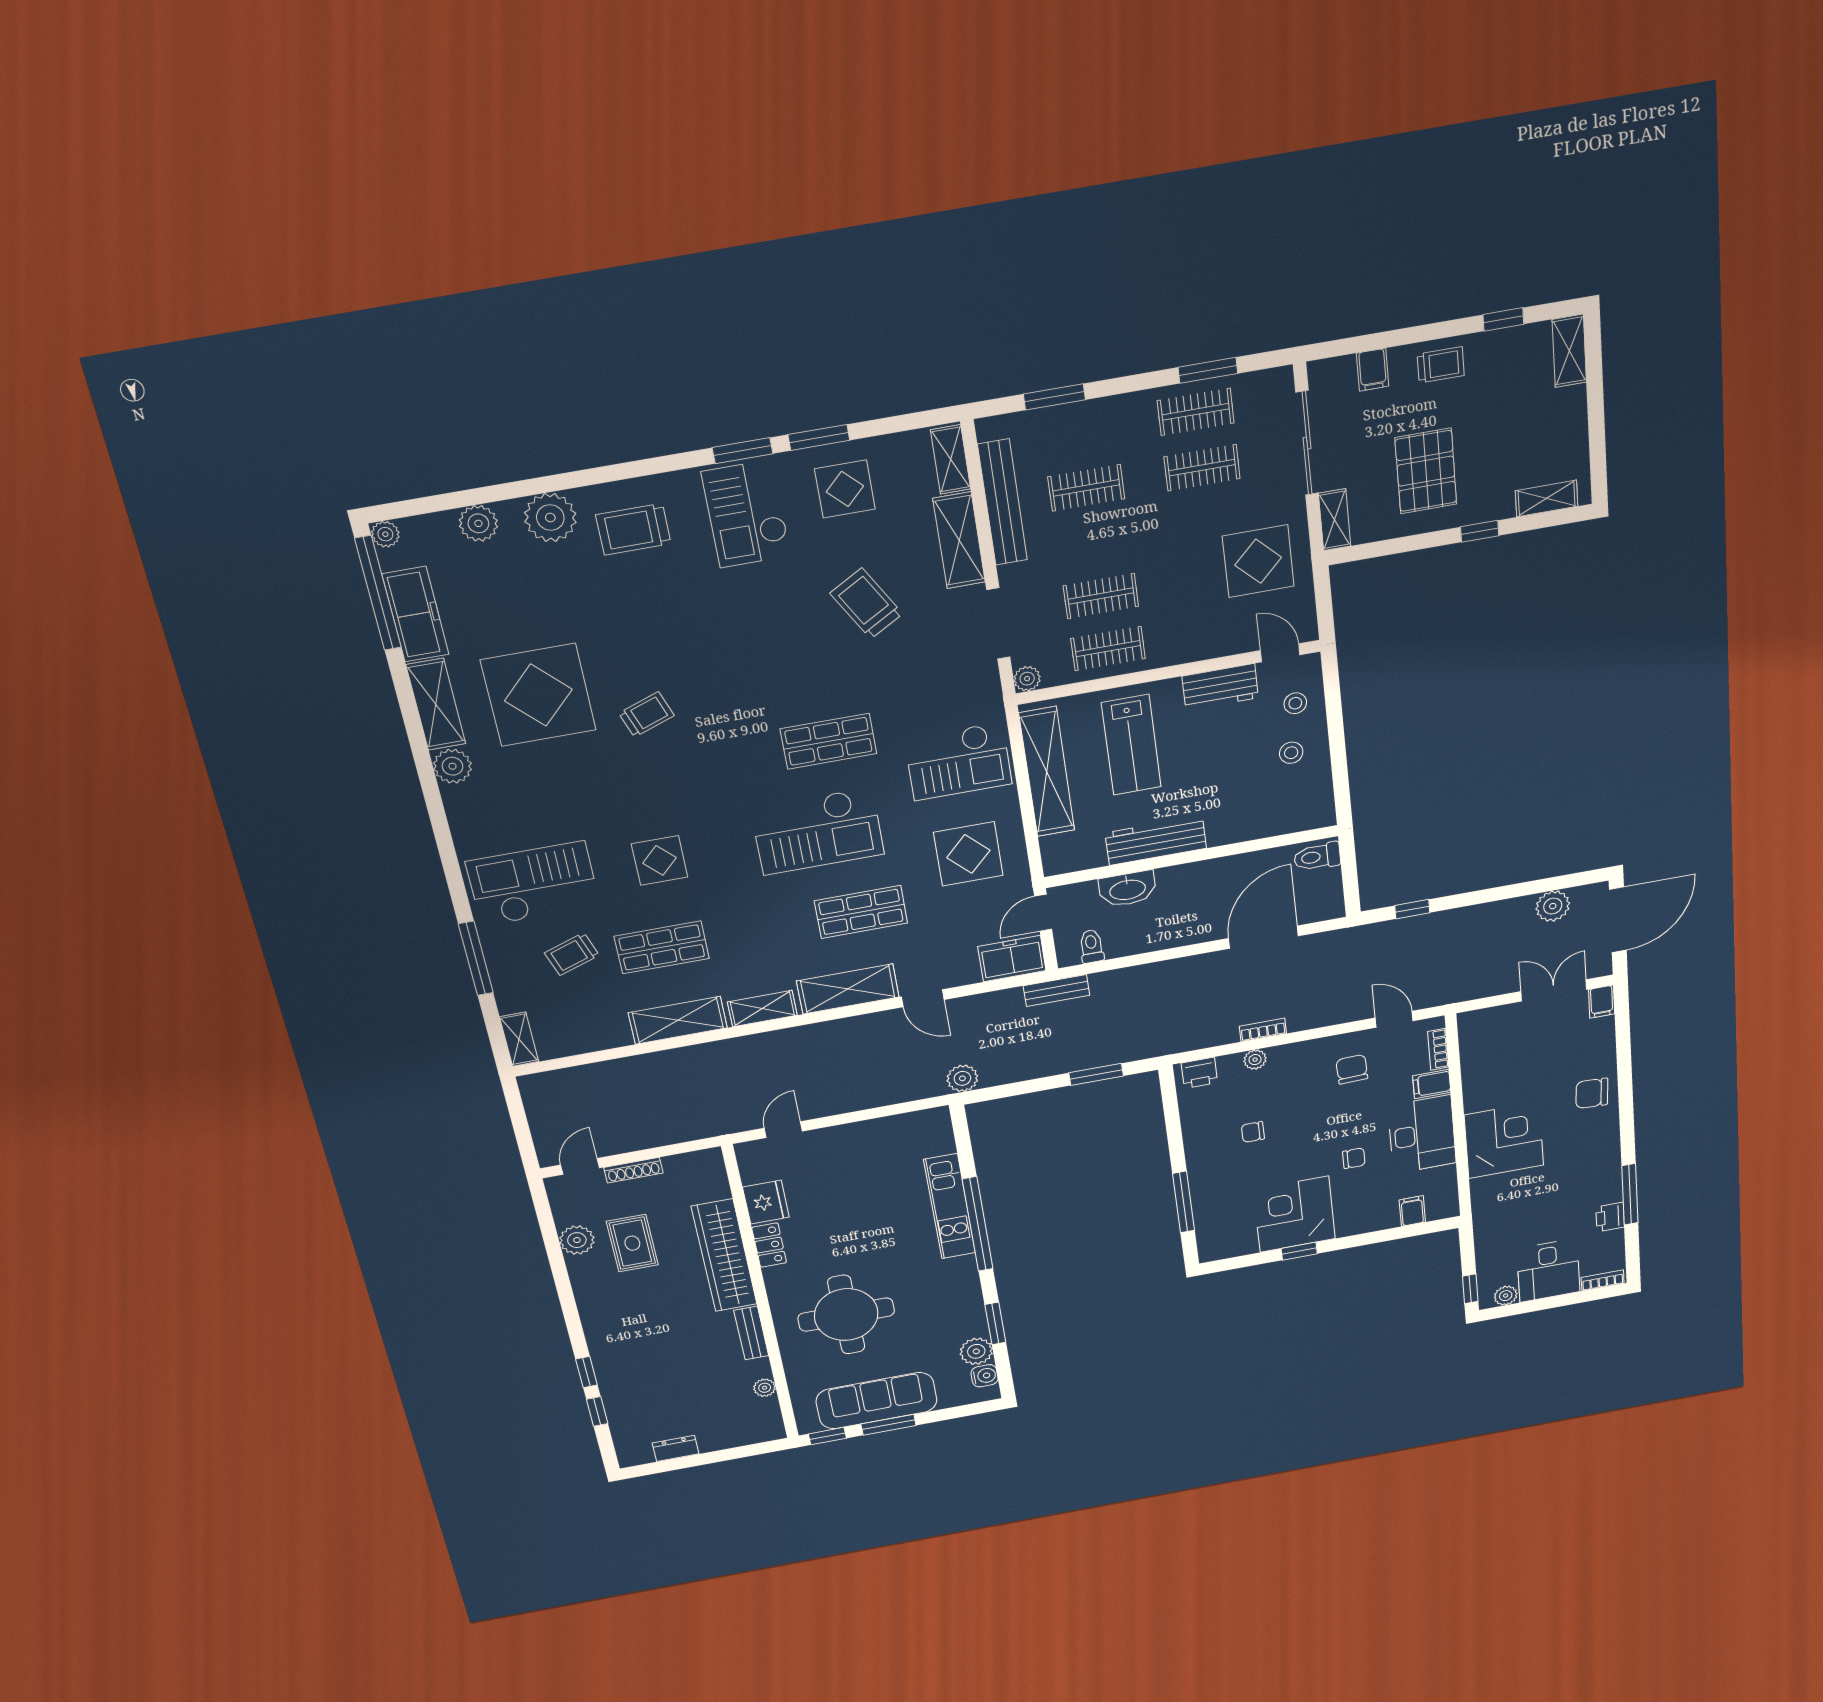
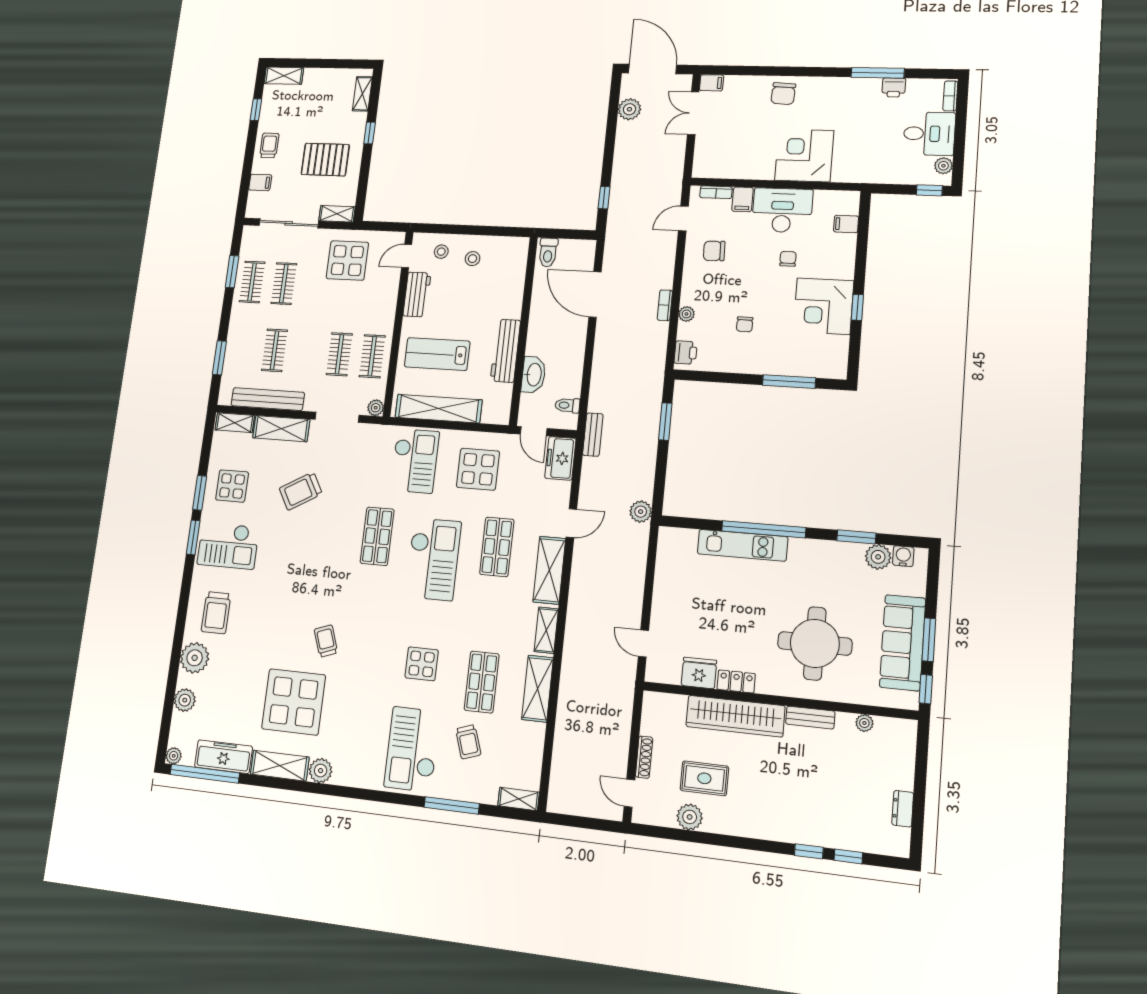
lab bench: (1131, 745) -> (437, 354), turned 180

